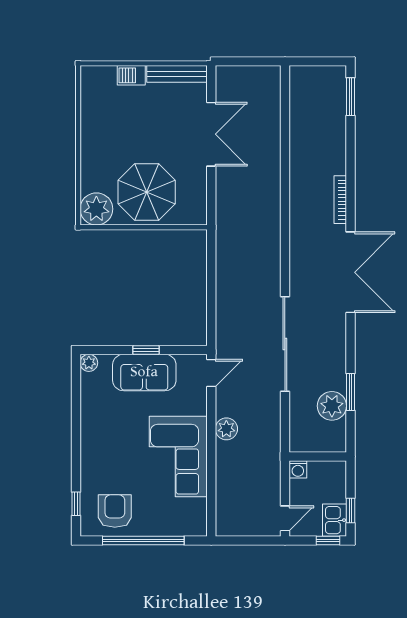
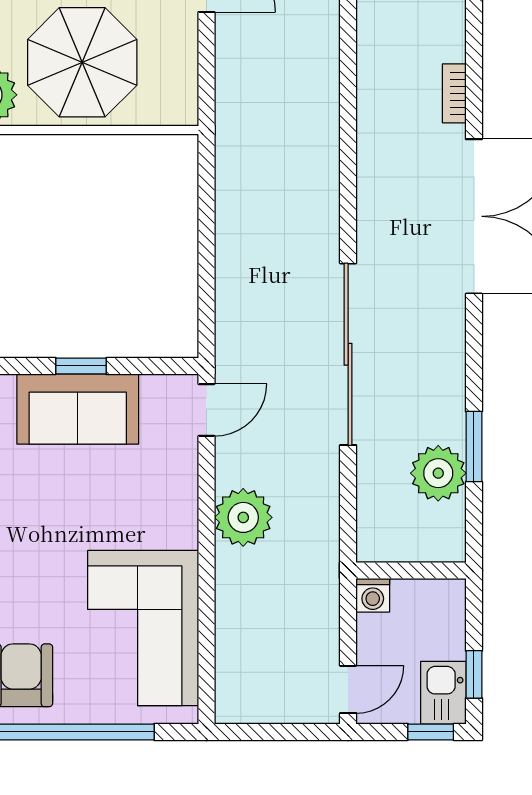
bookcase: (340, 200) -> (454, 93), width x0.64
plant: (226, 429) -> (243, 517), width x1.36, depth x1.36
corner sofa: (178, 457) -> (143, 628), moved

